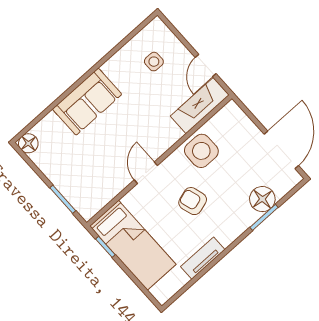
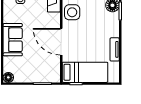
door: (146, 173) -> (61, 42), width x1.88
armchair: (193, 201) -> (89, 33), removed

